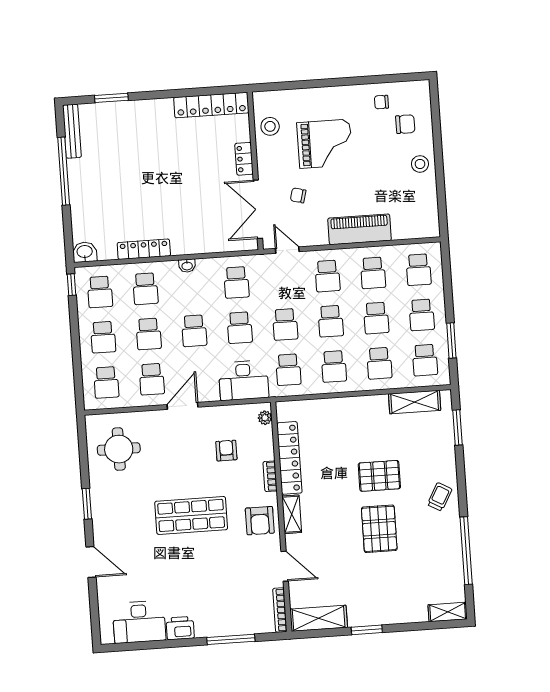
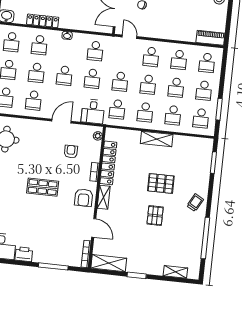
piano: (360, 229) -> (210, 38), moved, width x0.73, depth x0.75
desk: (244, 380) -> (93, 111), width x0.73
shelving: (415, 402) -> (157, 139), moved
door: (183, 406) -> (61, 121), moved
shop shelf: (191, 515) -> (43, 187), width x0.70, depth x0.74
pallet: (379, 529) -> (155, 216), width x0.67, depth x0.71
shelving: (448, 612) -> (175, 272), moved

